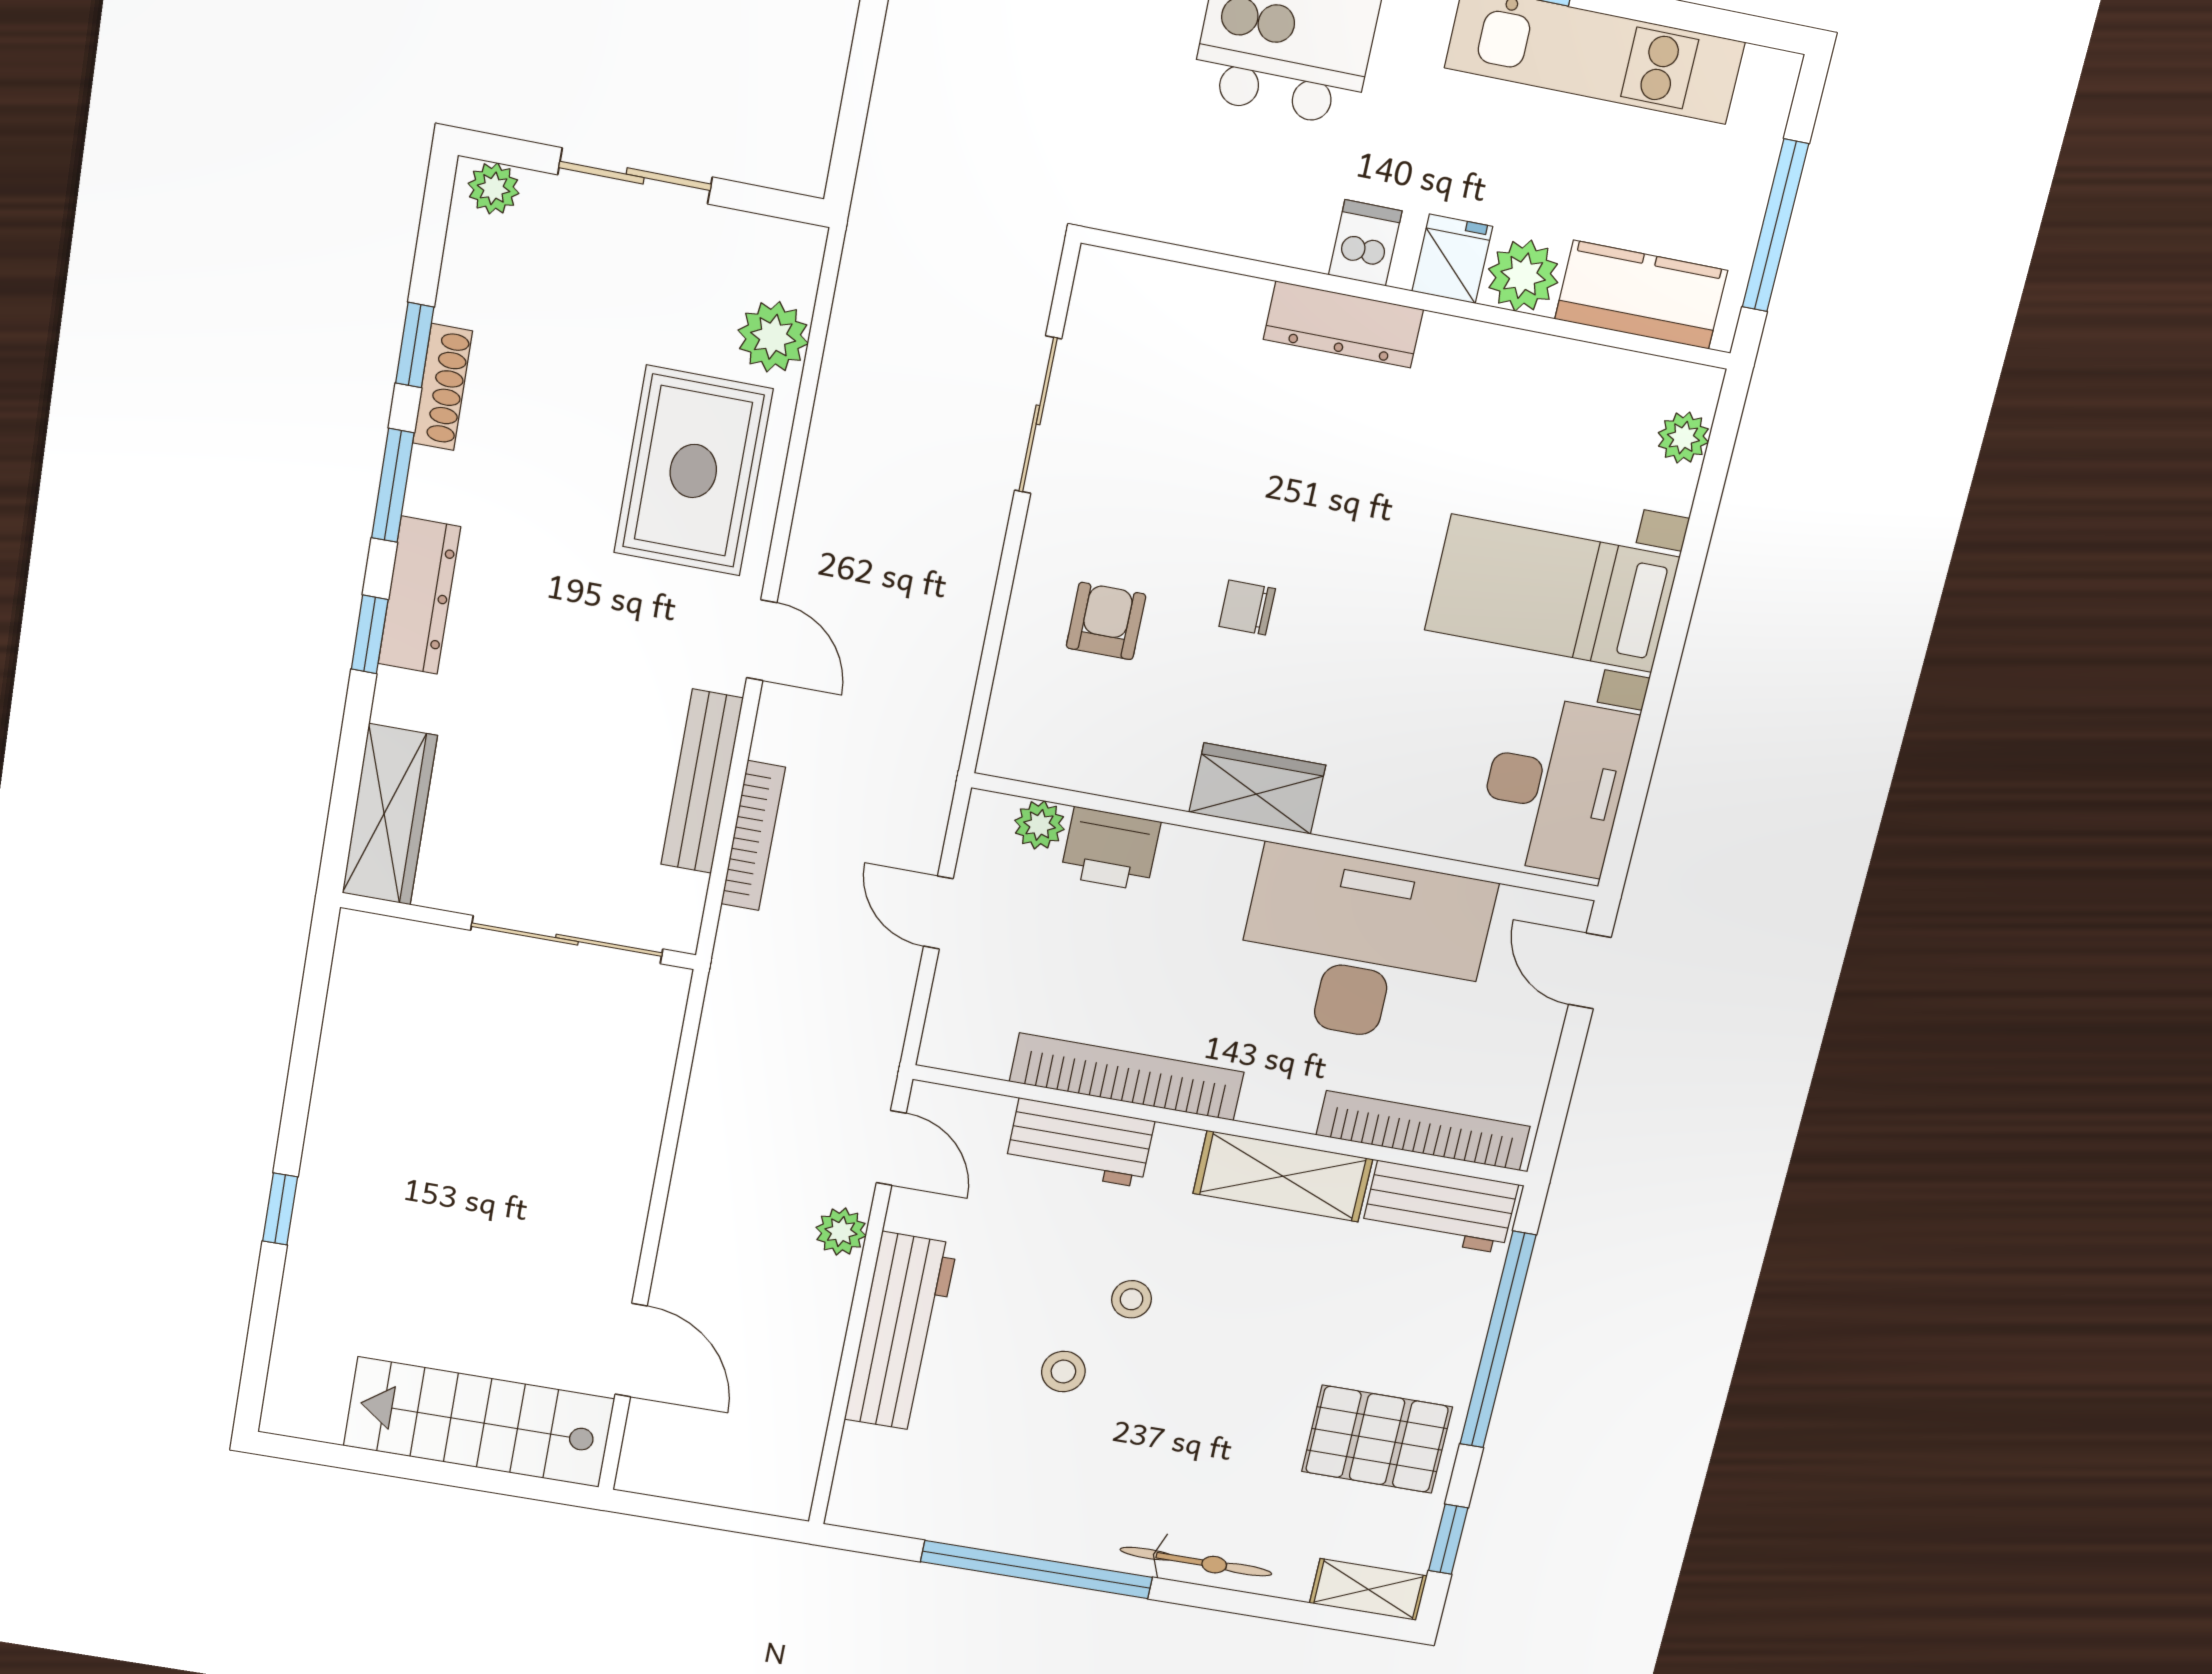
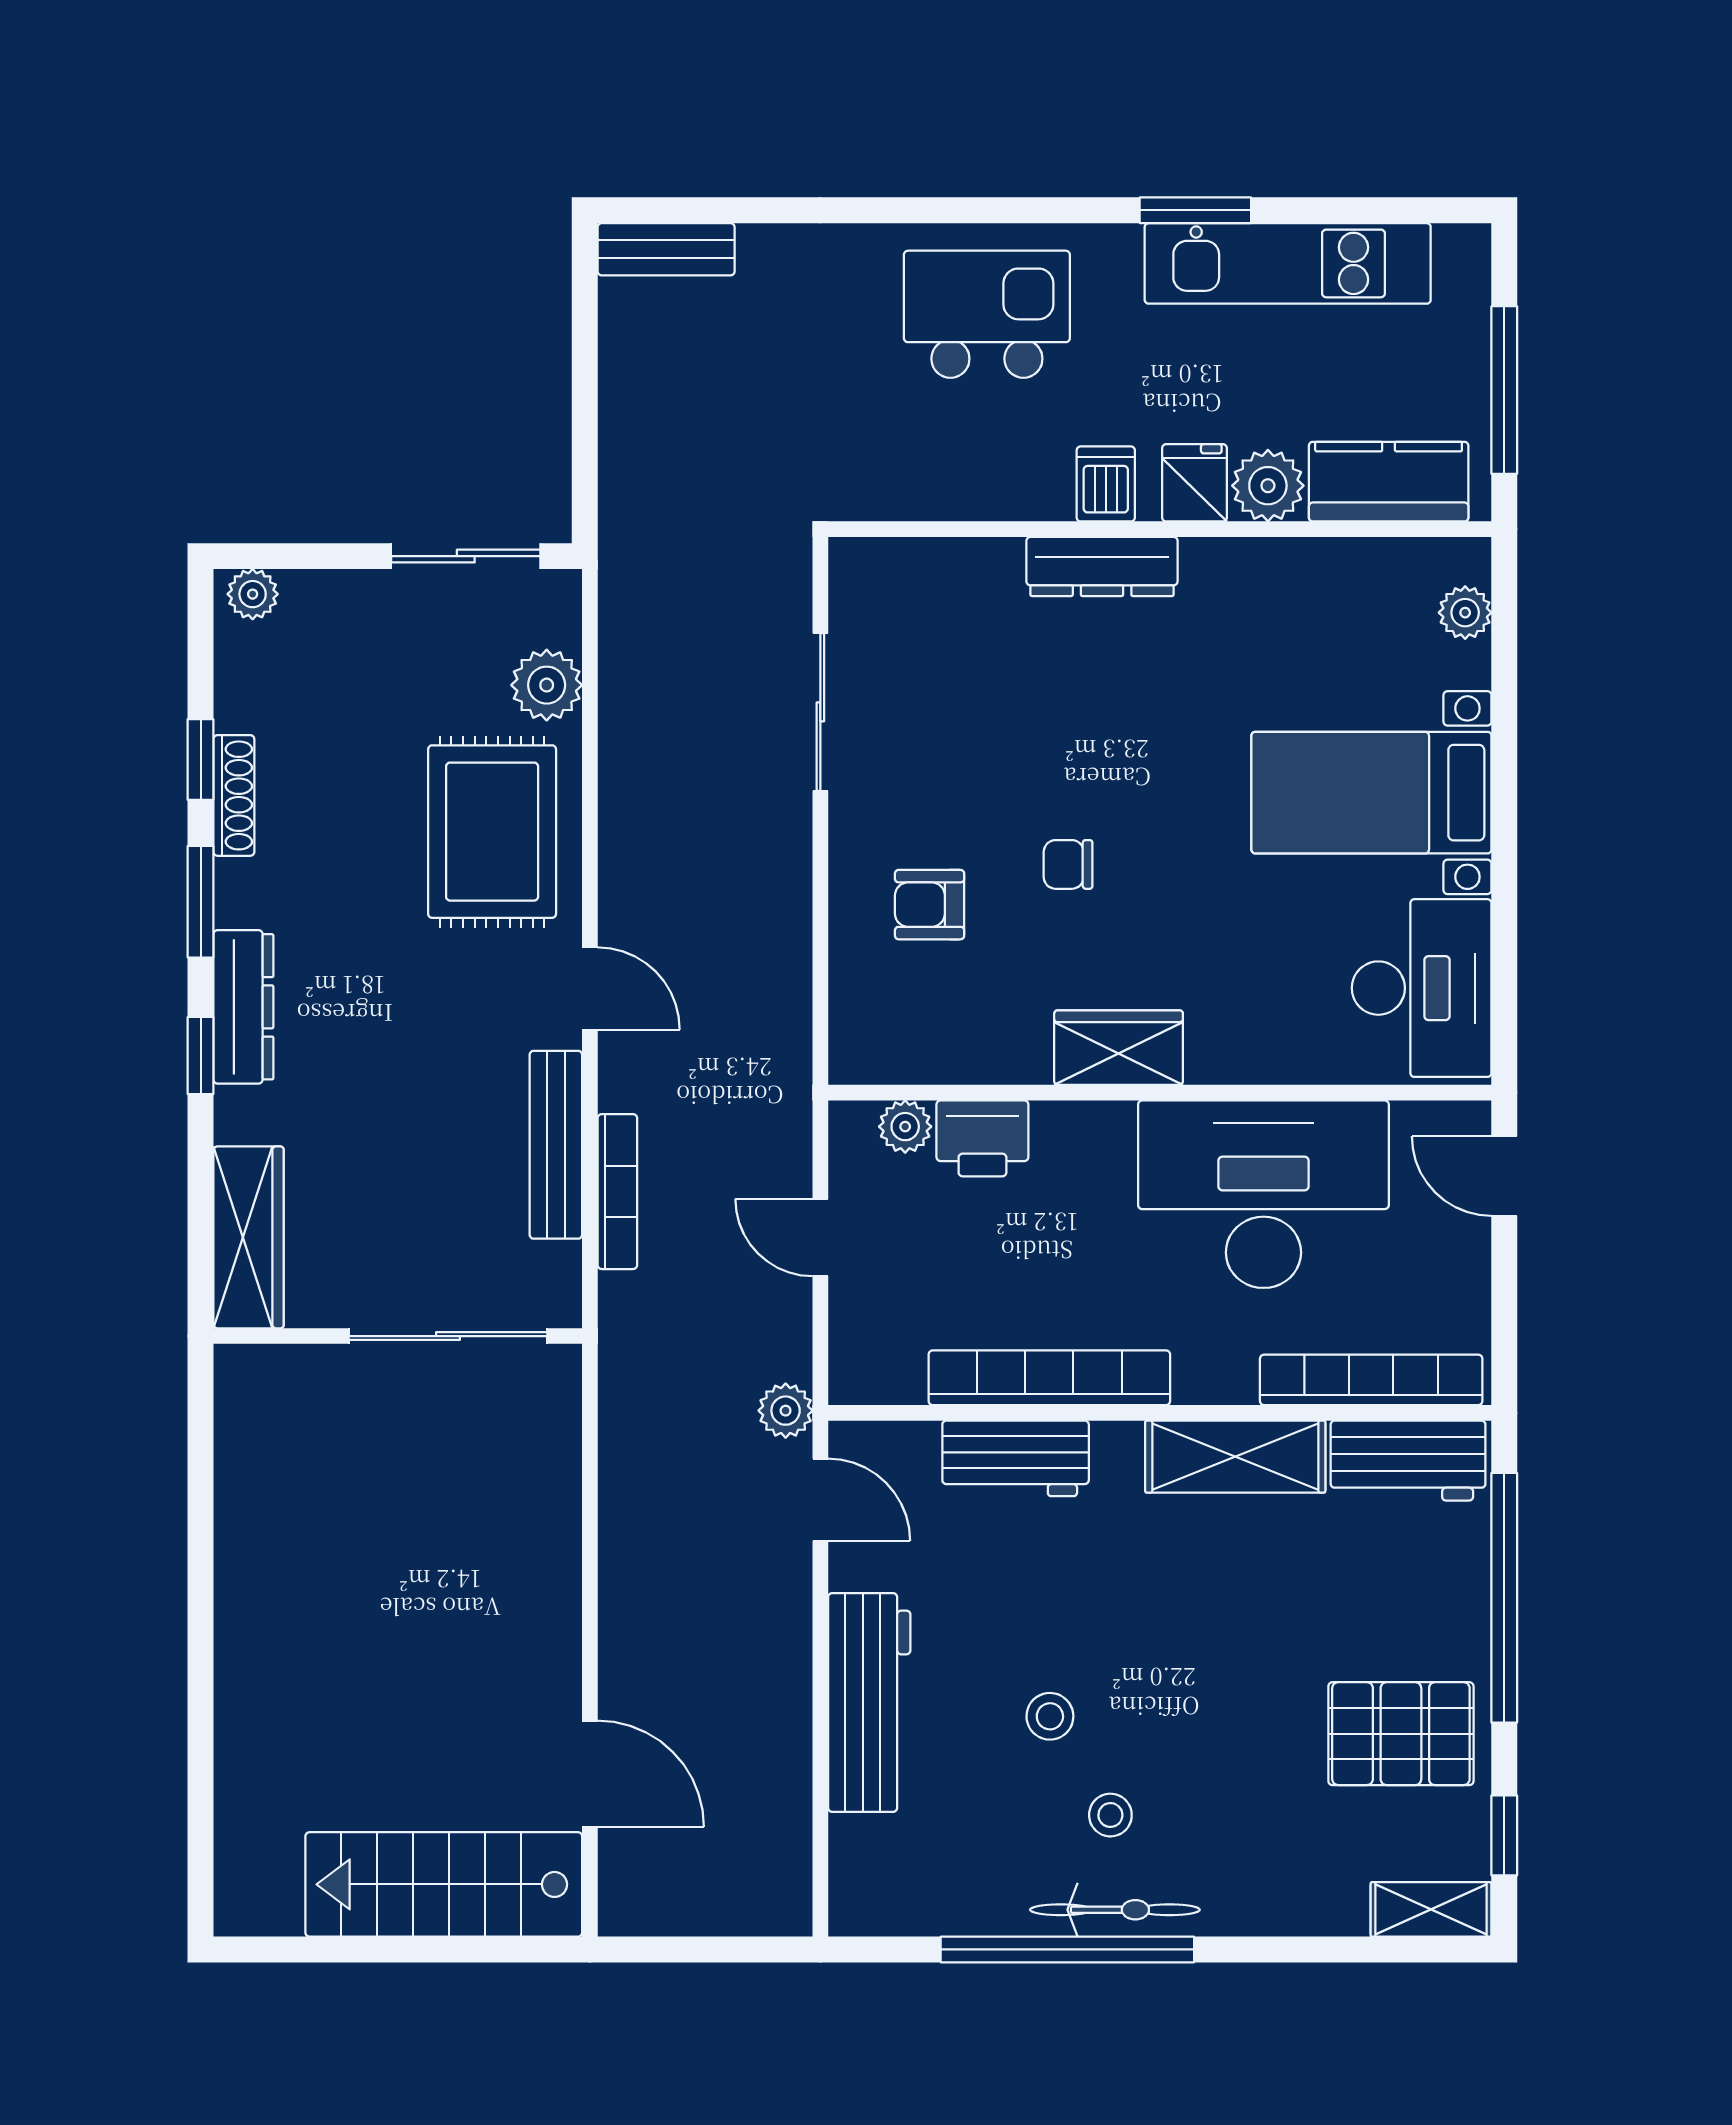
sliding door: (635, 176) -> (466, 556), moved
armchair: (1106, 621) -> (930, 905), turned -90
window: (280, 1209) -> (201, 1682), removed
plant: (841, 1232) -> (786, 1411), moved
stool: (1132, 1299) -> (1110, 1815), moved
bicycle: (1196, 1562) -> (1115, 1910), moved

